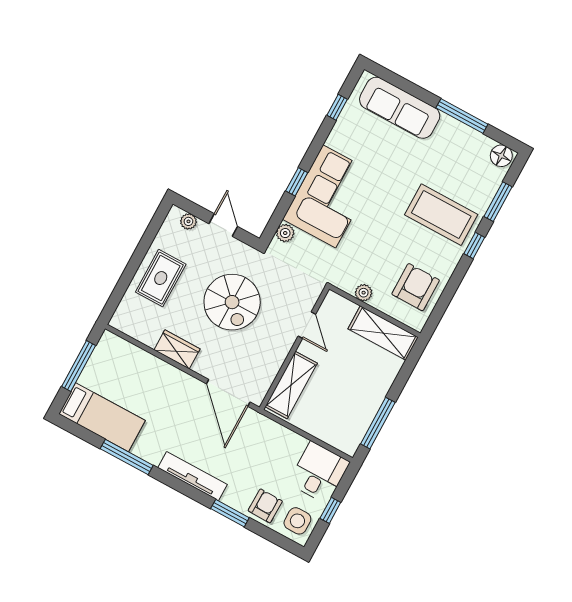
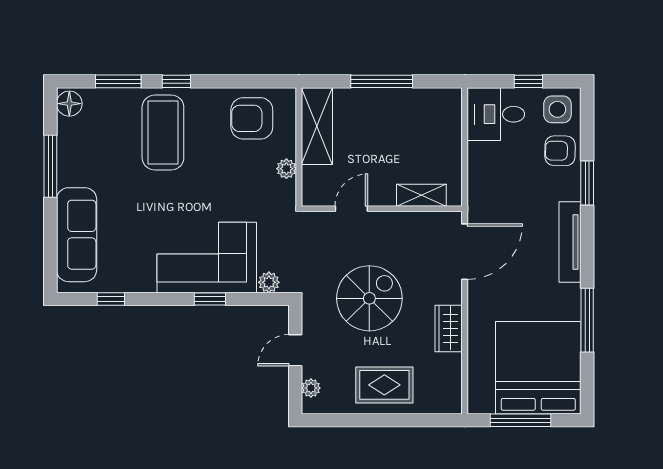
shelving: (291, 385) -> (421, 195), width x0.67, depth x0.75
bed: (102, 417) -> (538, 368), width x2.04
window: (378, 423) -> (382, 81), moved

